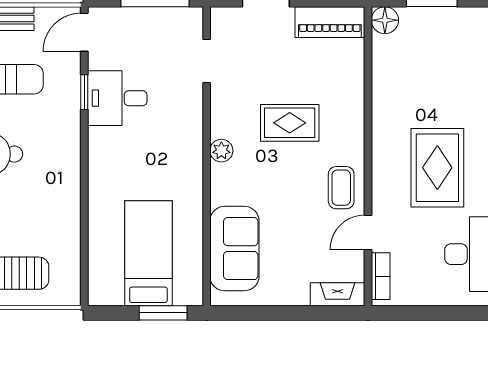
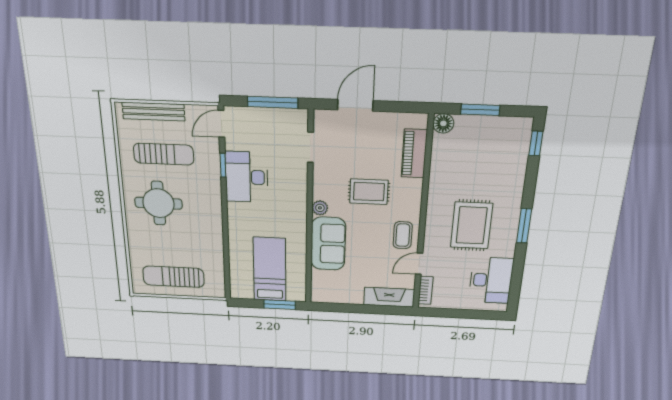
piano: (330, 22) -> (414, 154), moved, turned 90
desk: (117, 98) -> (247, 177), width x1.37
sofa: (234, 249) -> (328, 244), moved
fireplace: (338, 294) -> (389, 297), width x1.37, depth x1.32

